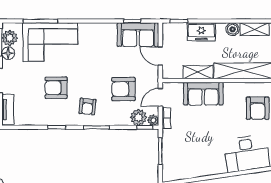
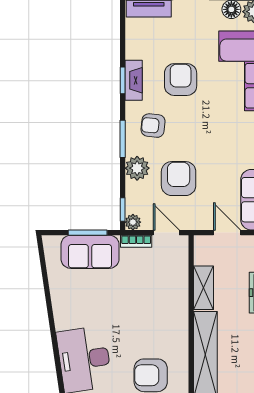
door: (160, 56) -> (227, 233), hinge flipped
sofa: (203, 94) -> (90, 252), moved, turned -90
plant: (138, 117) -> (137, 168), moved
fireplace: (57, 120) -> (134, 80), added

